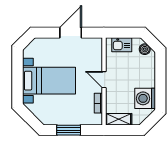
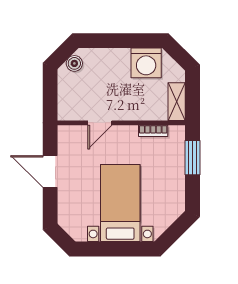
kitchen sink: (122, 45) -> (68, 97), removed
door: (104, 80) -> (100, 123), moved
window: (69, 130) -> (193, 158), moved

